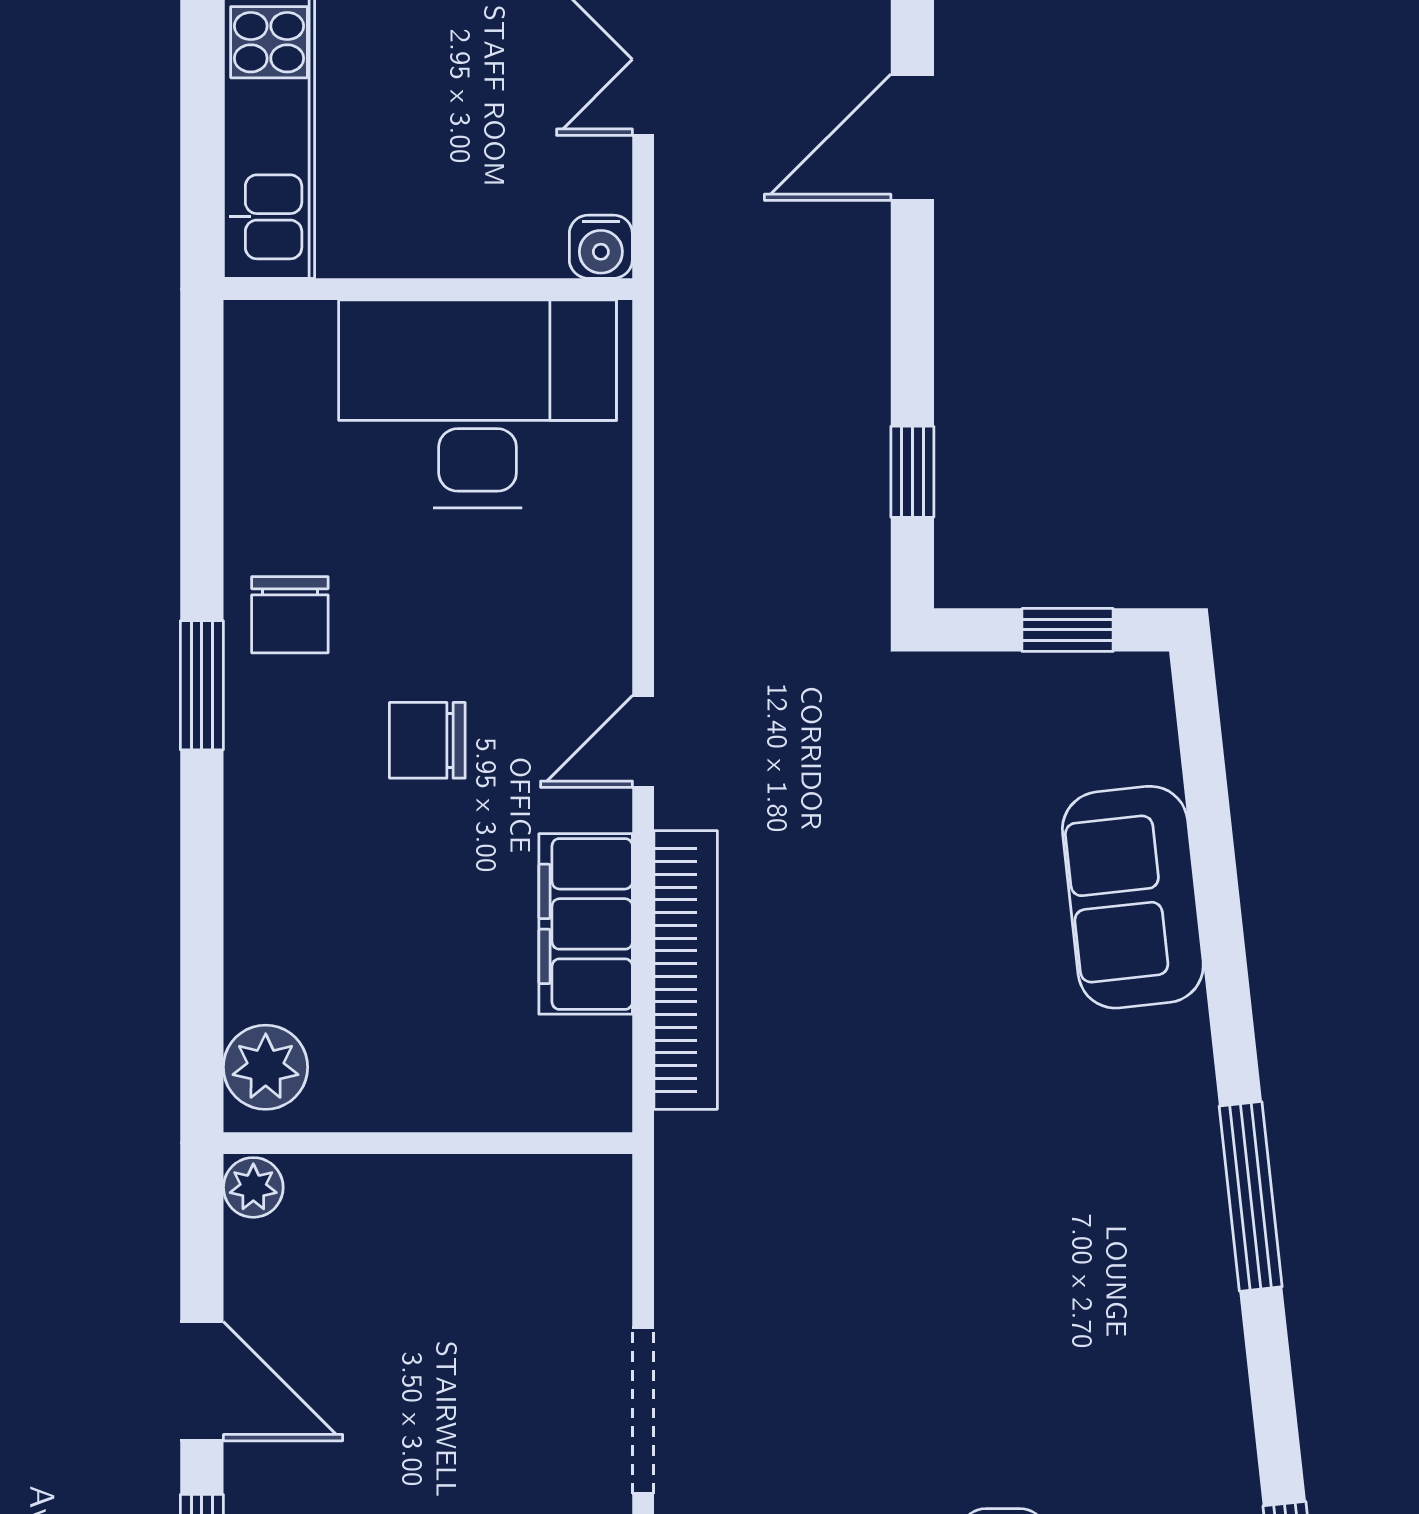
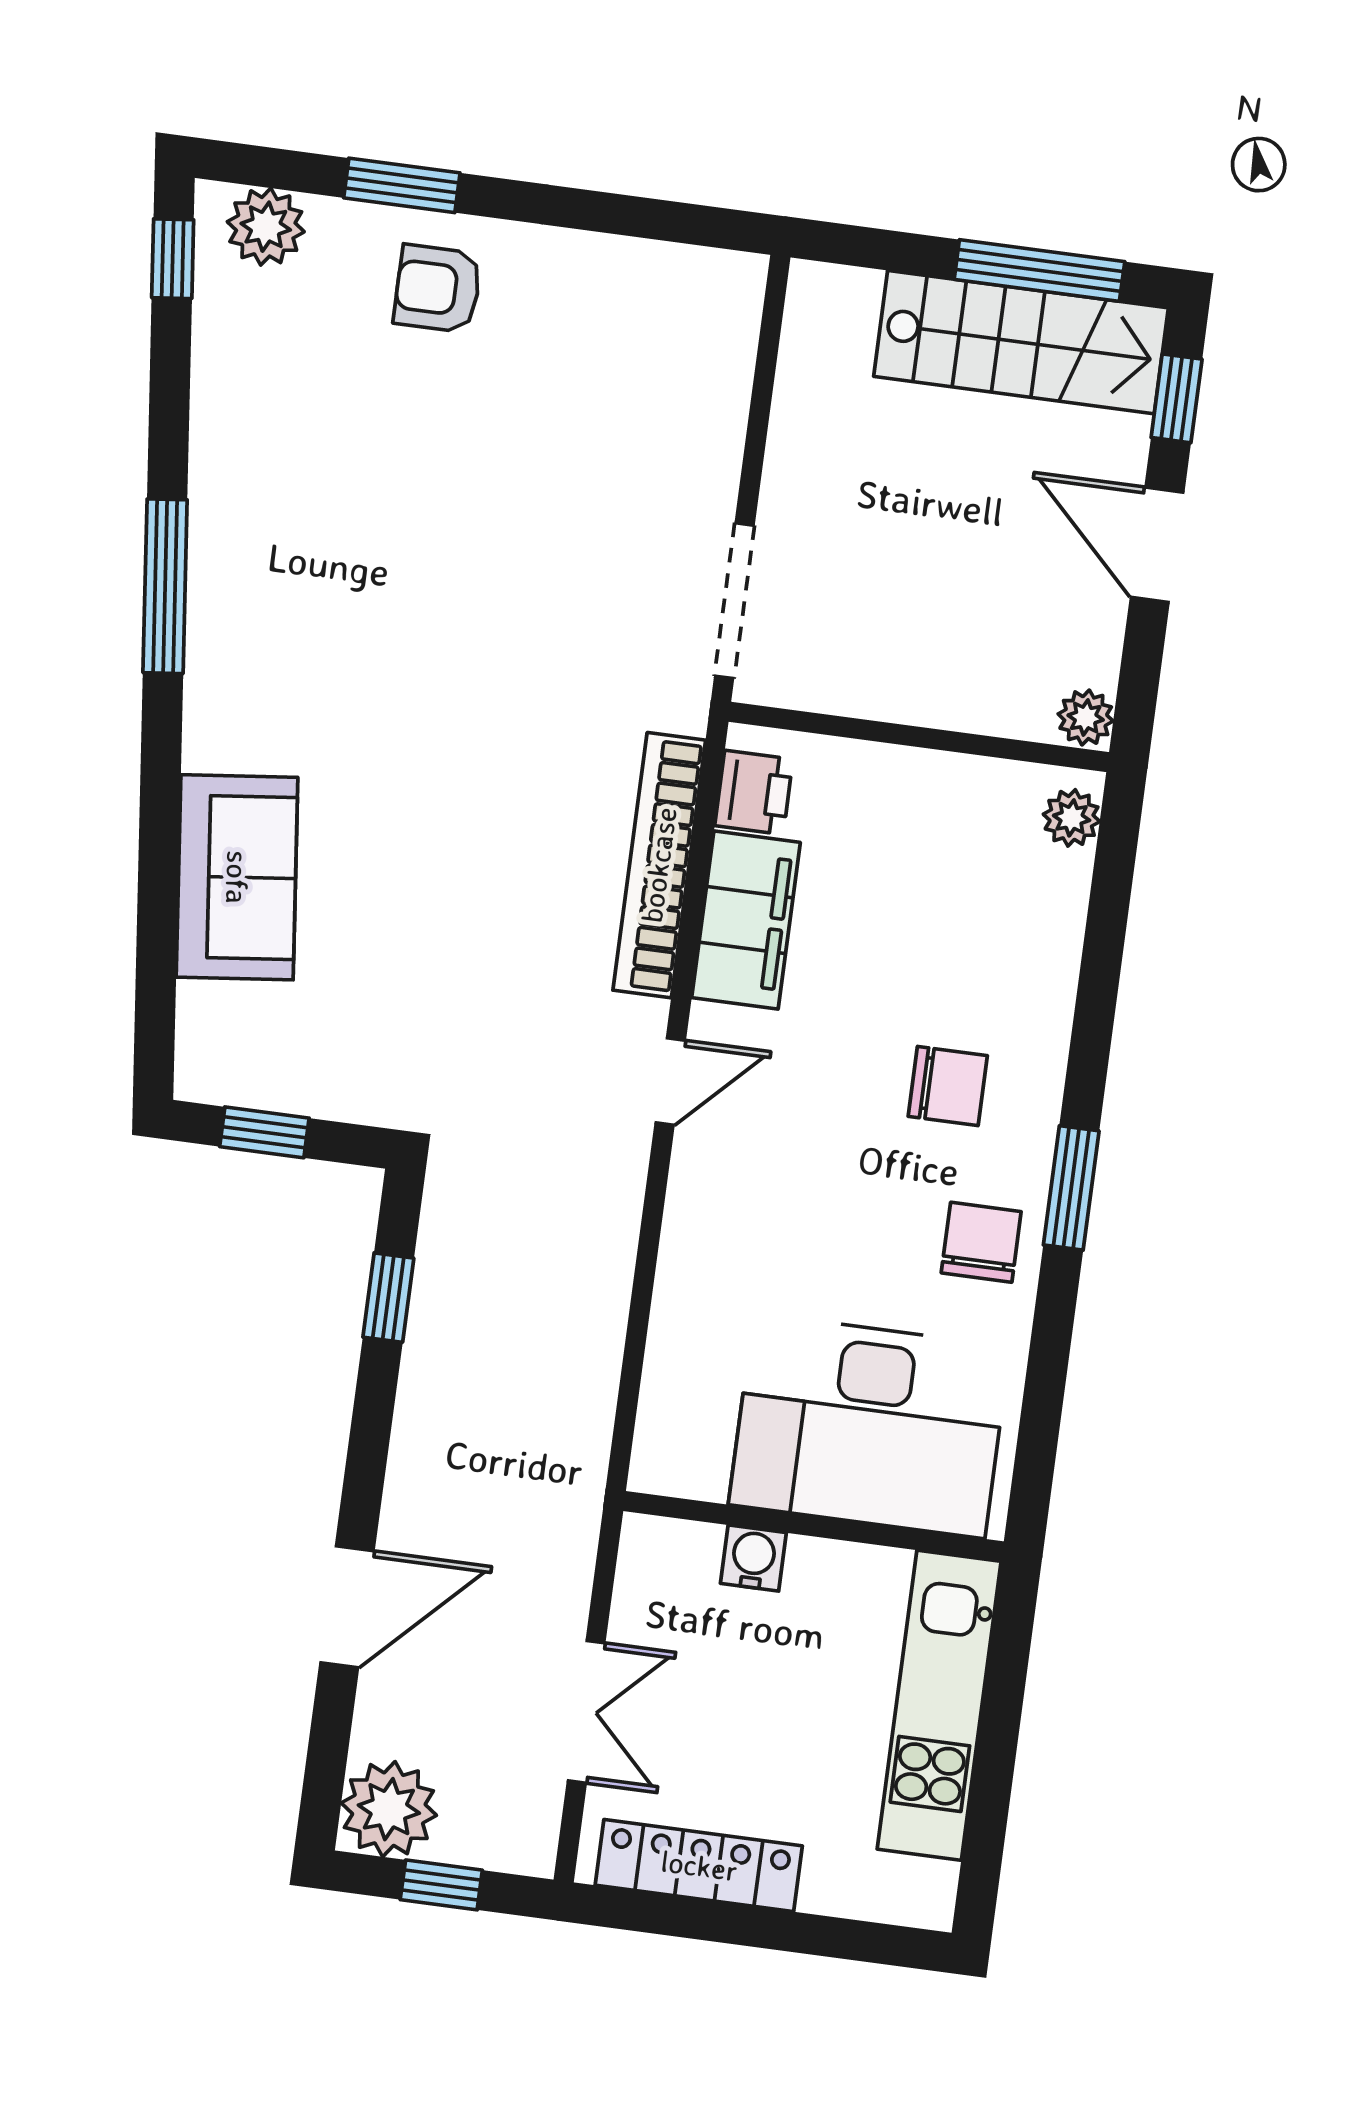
water cooler: (601, 247) -> (753, 1558), moved
desk: (478, 404) -> (869, 1426), moved
chair: (427, 740) -> (948, 1086), moved
printer: (595, 1061) -> (754, 792), added
plant: (266, 1067) -> (1072, 818), width x0.73, depth x0.73
doorway: (643, 1411) -> (734, 601), moved

